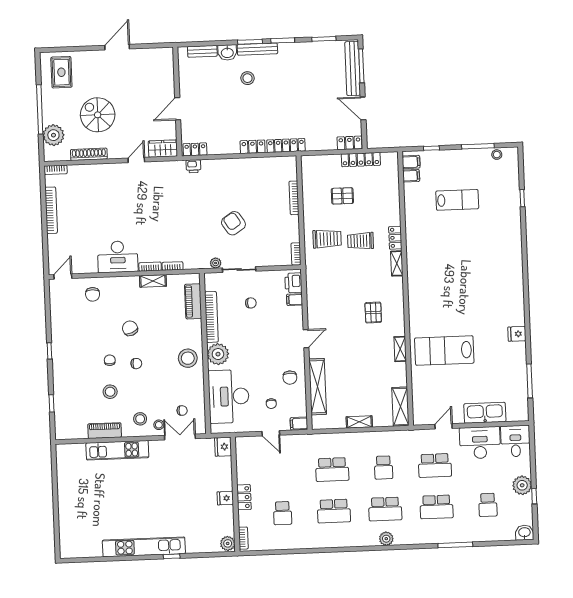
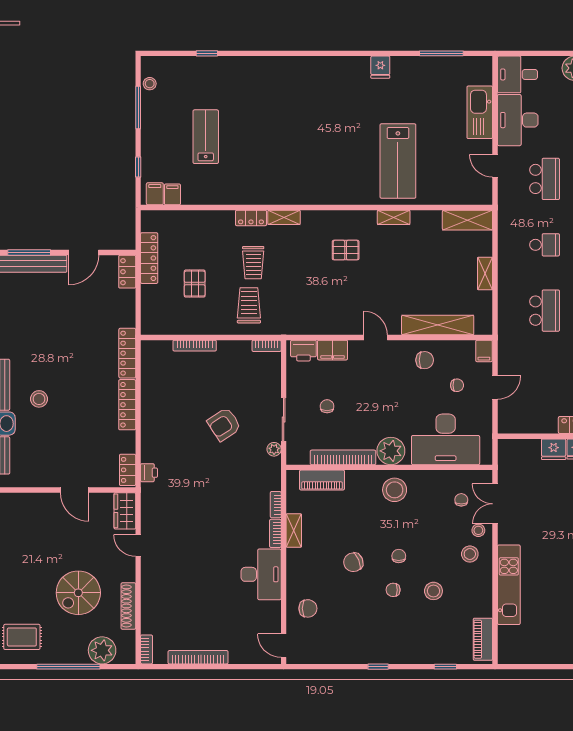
locker: (253, 147) -> (127, 405), width x1.53
filing cabinet: (295, 300) -> (333, 350), width x2.00
piano: (105, 431) -> (483, 639), moved
fridge: (223, 447) -> (554, 449), moved

